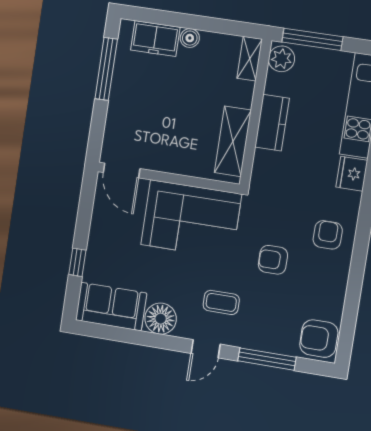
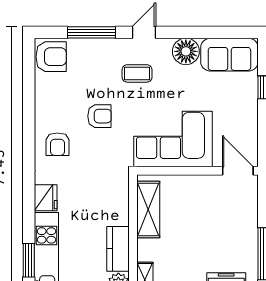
kitchen counter: (272, 123) -> (118, 249), moved

